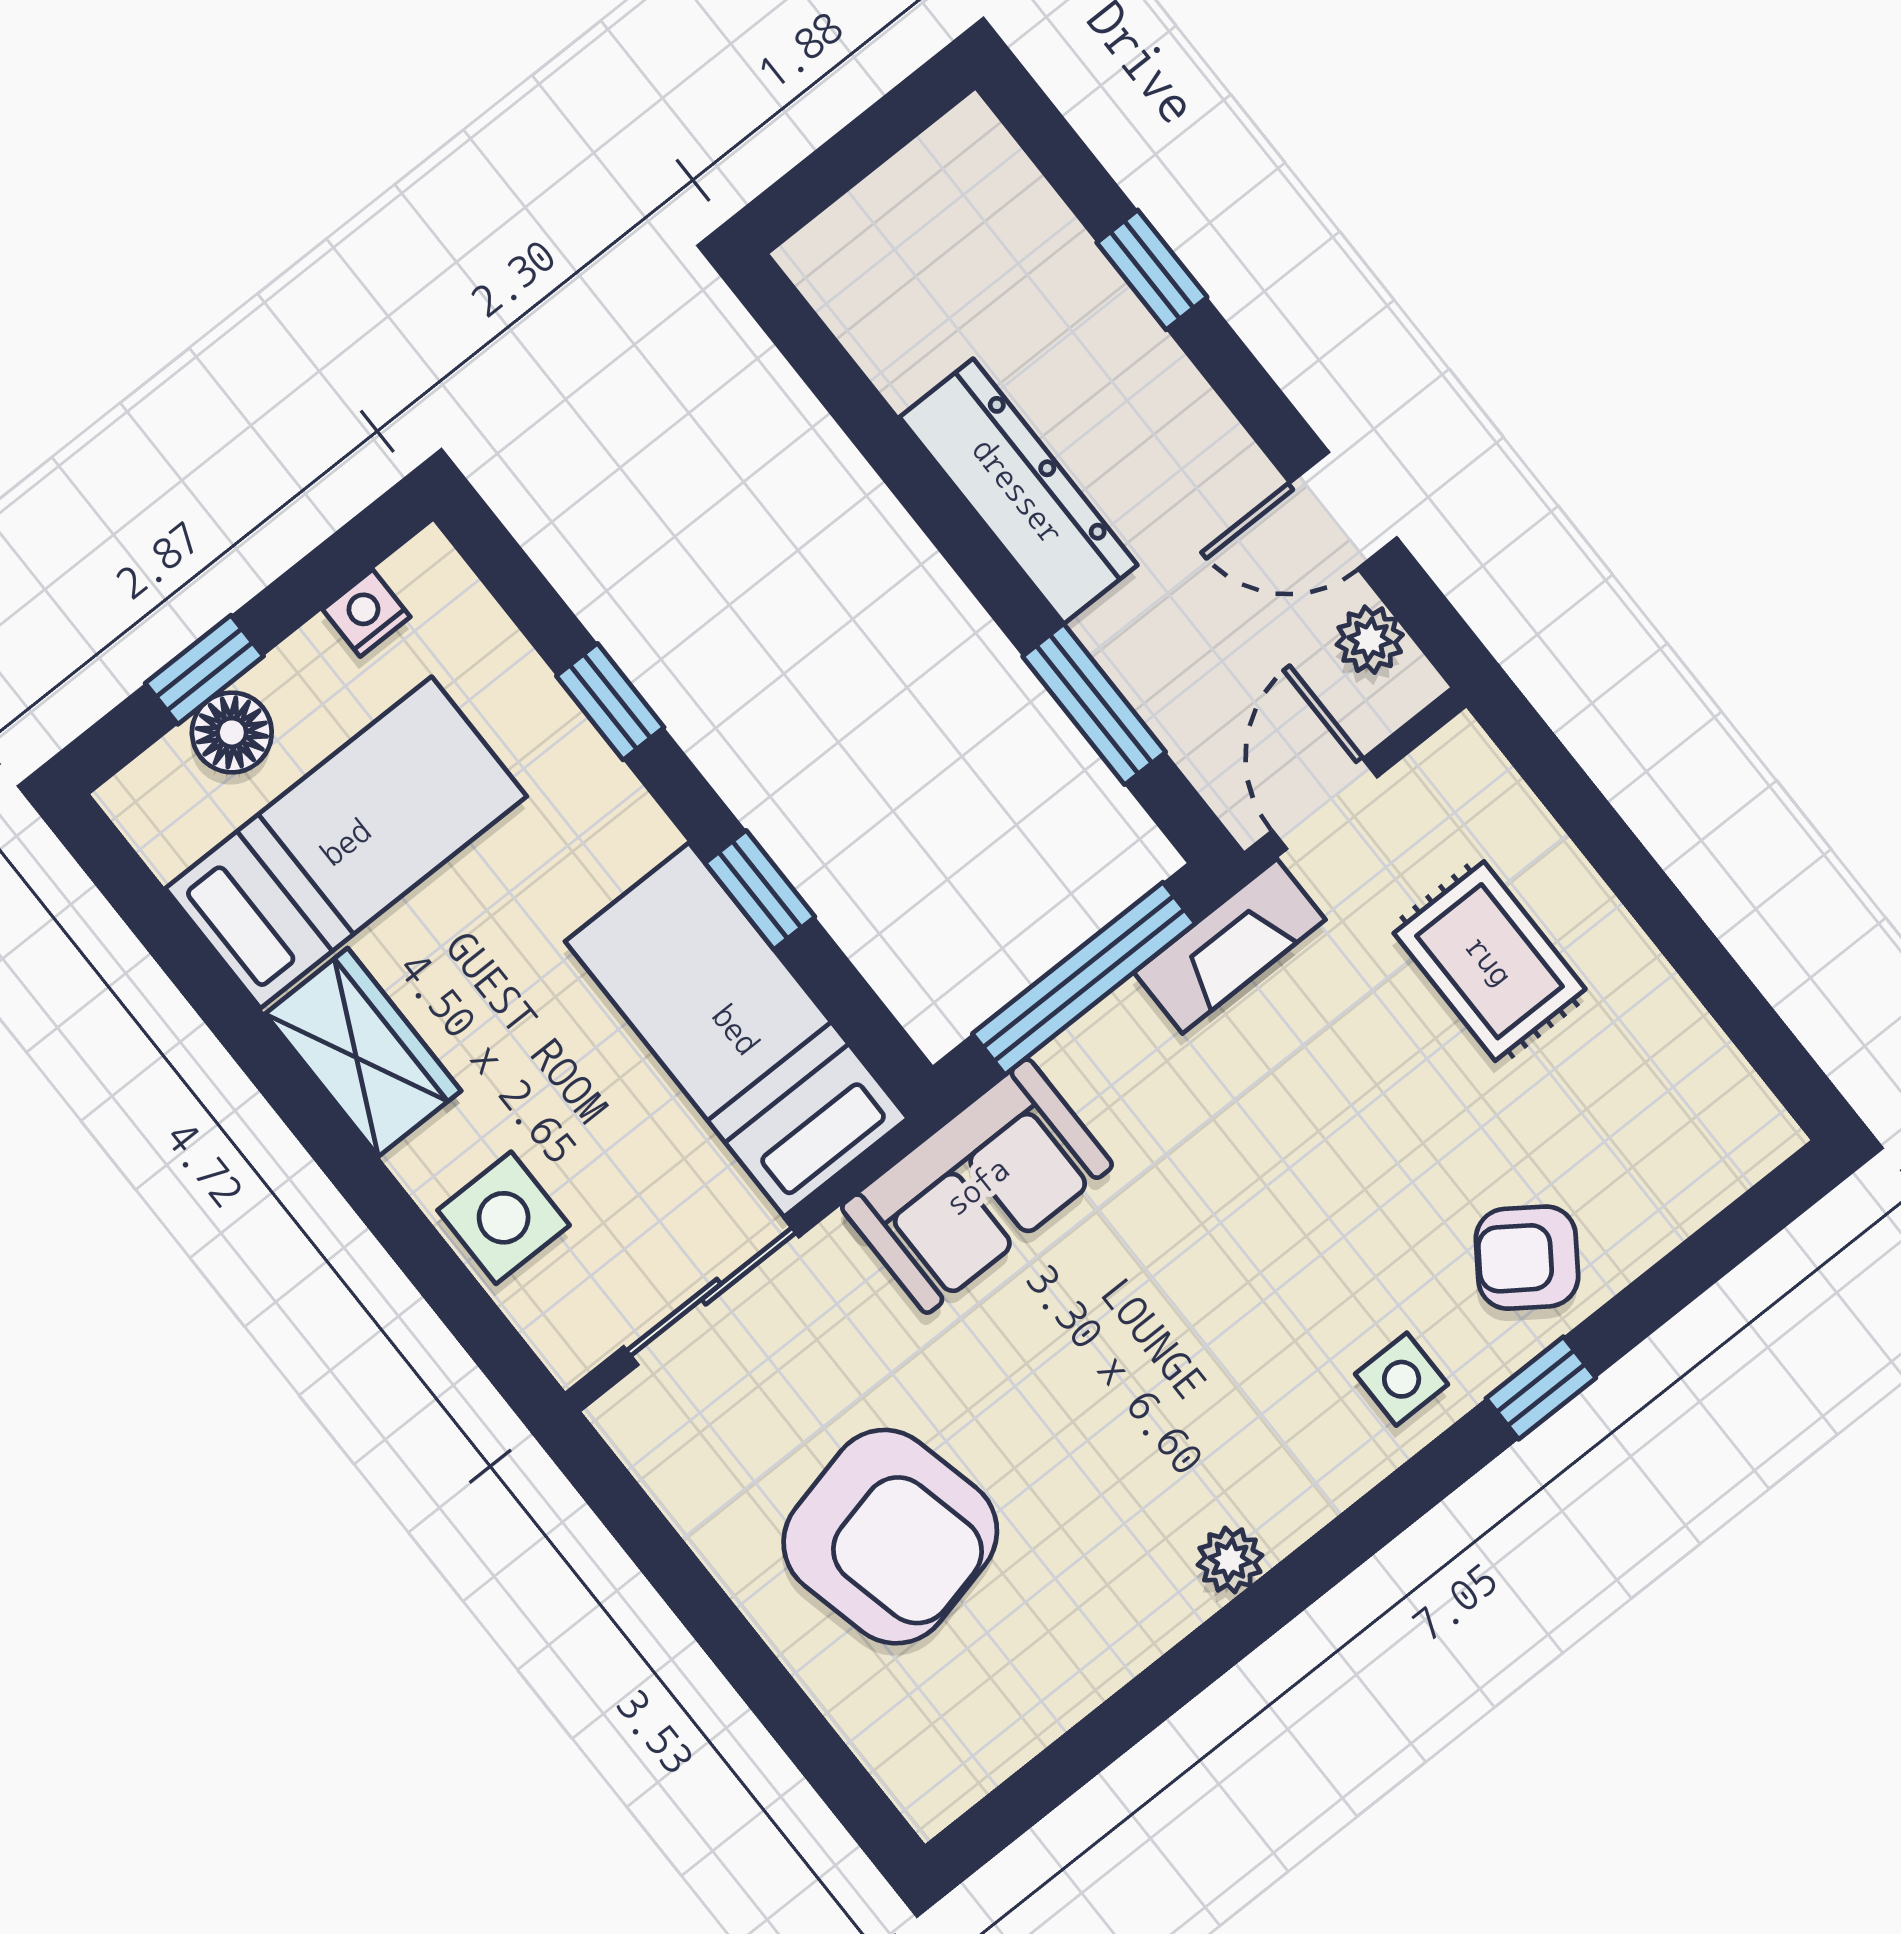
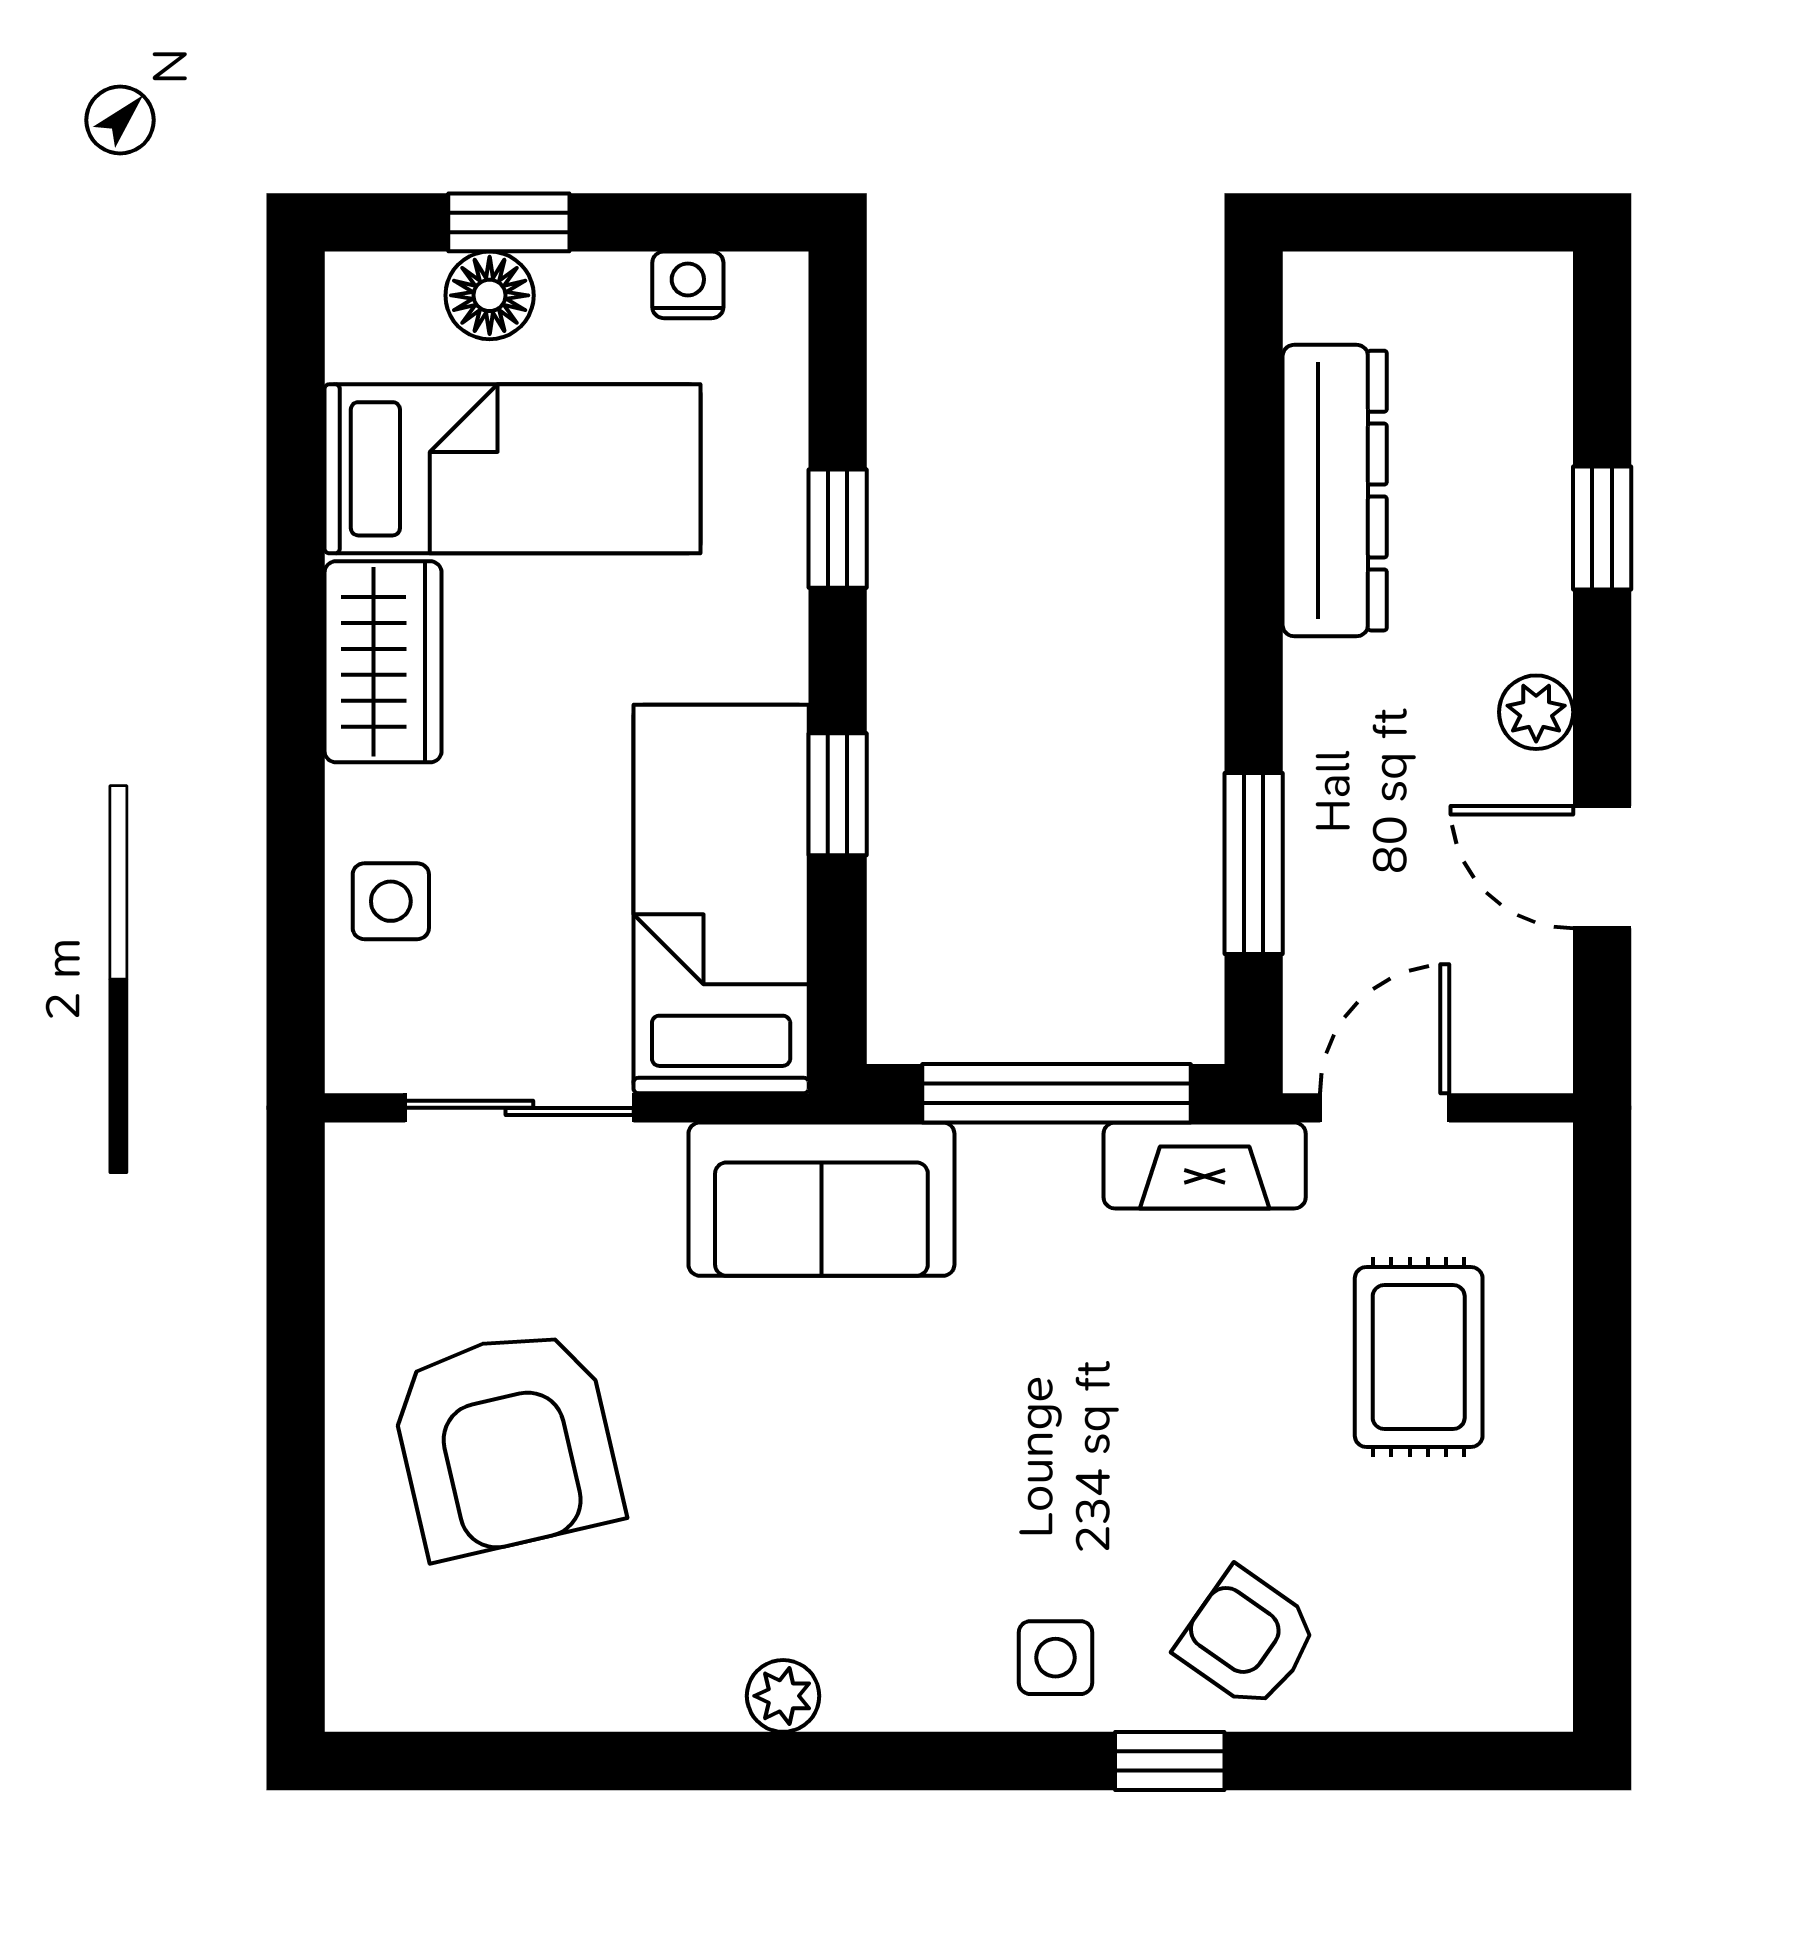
dresser: (1018, 491) -> (1335, 491), moved
plant: (1370, 640) -> (1536, 712), moved
side table: (504, 1218) -> (391, 901), width x0.73, depth x0.73

